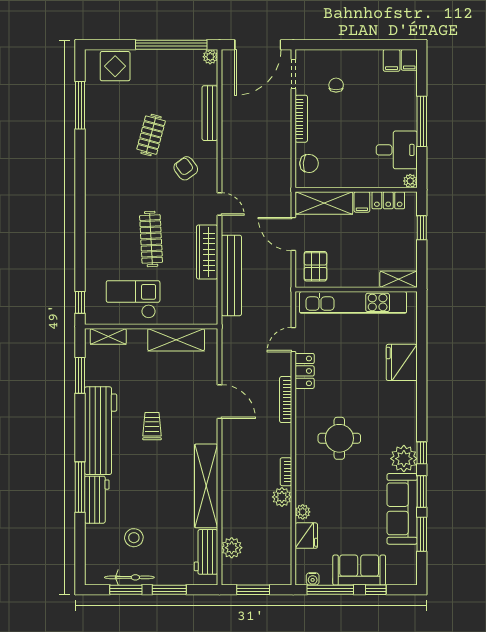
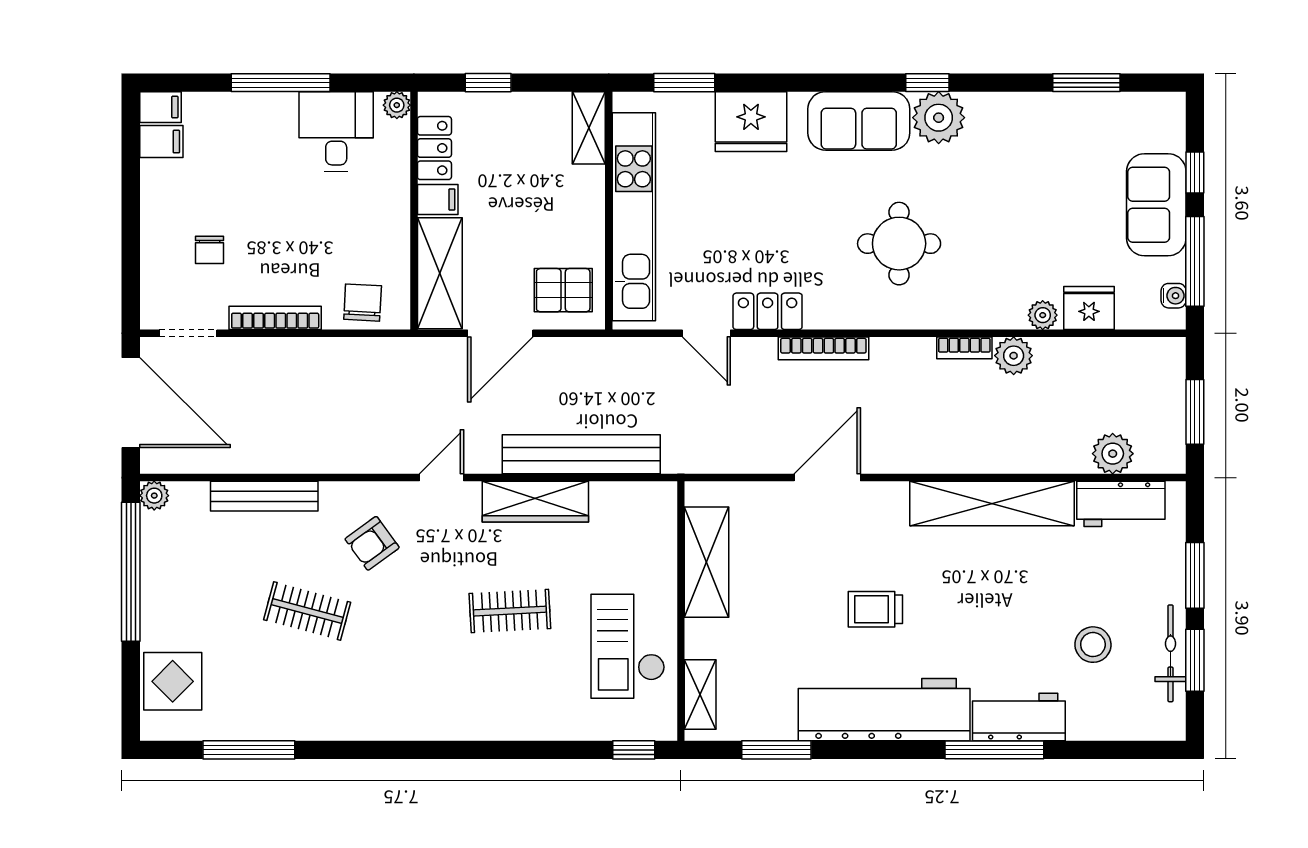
chair: (336, 85) -> (210, 250), turned -90
clothes rail: (151, 239) -> (510, 611), width x0.73
window: (422, 491) -> (684, 83), moved
sofa: (402, 509) -> (859, 121), moved, width x0.73

